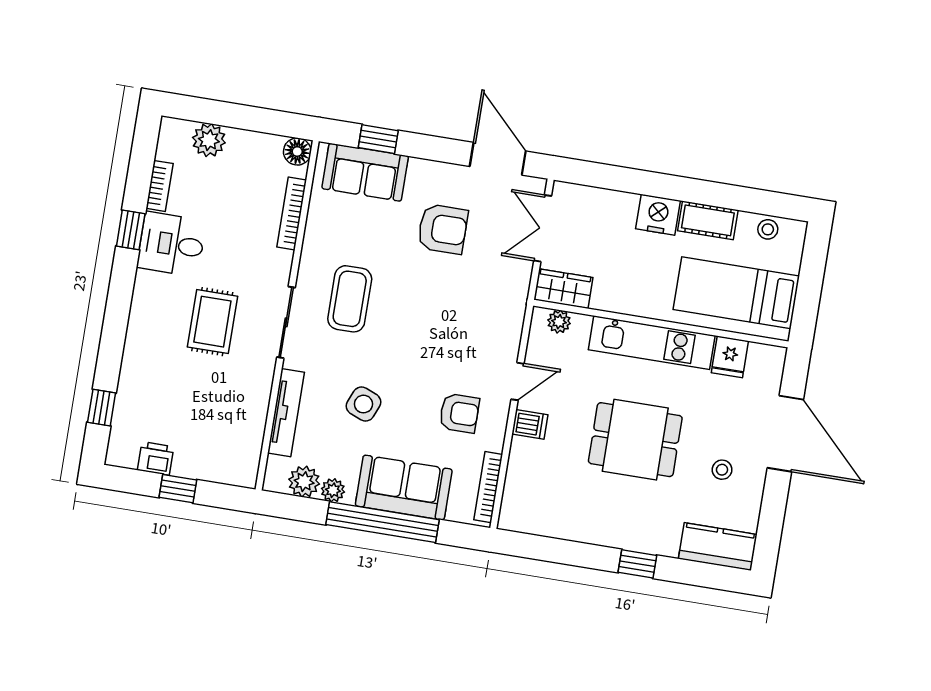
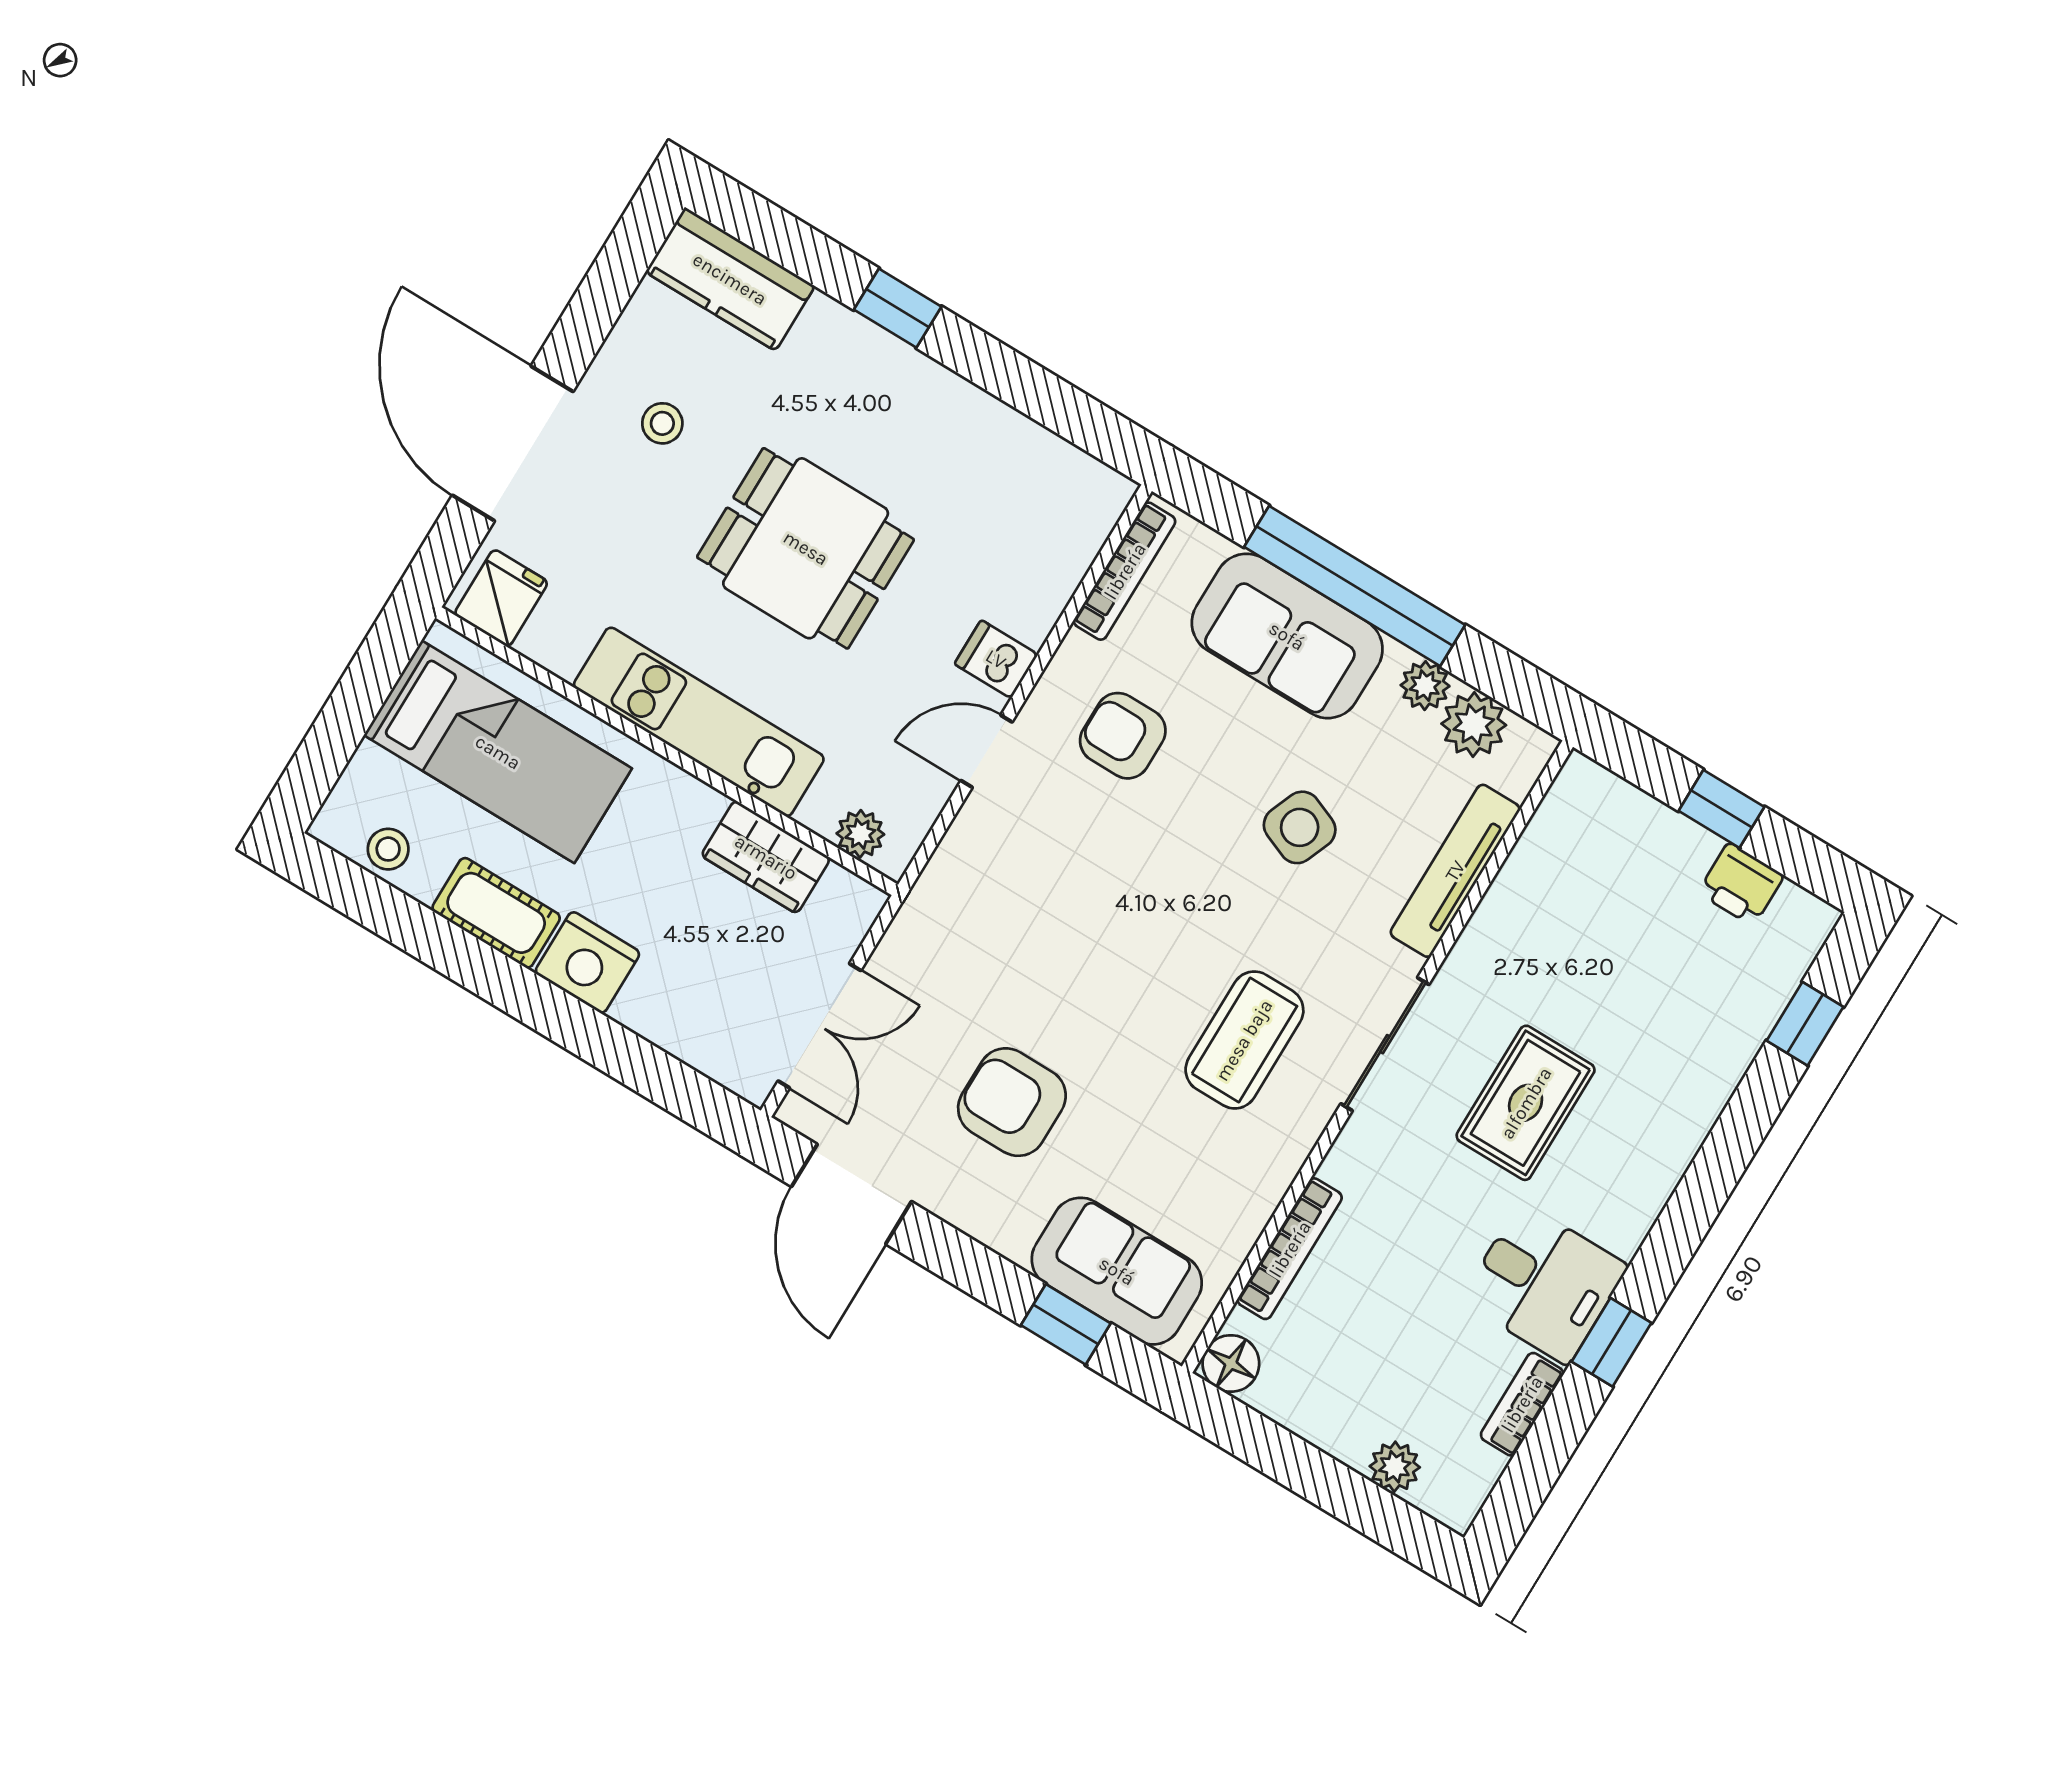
plant: (209, 140) -> (1395, 1467), width x0.73, depth x0.73
wardrobe: (563, 289) -> (766, 857), moved
fridge: (730, 357) -> (501, 598), moved

